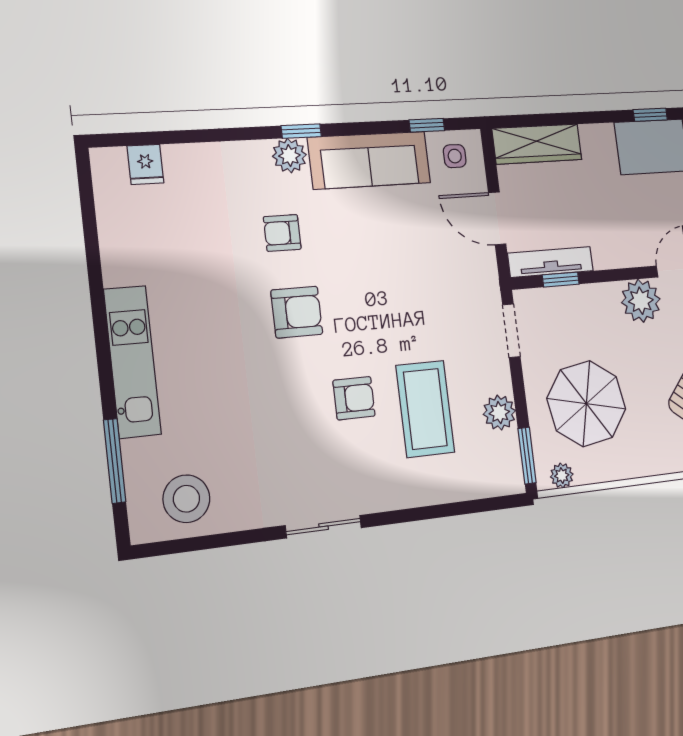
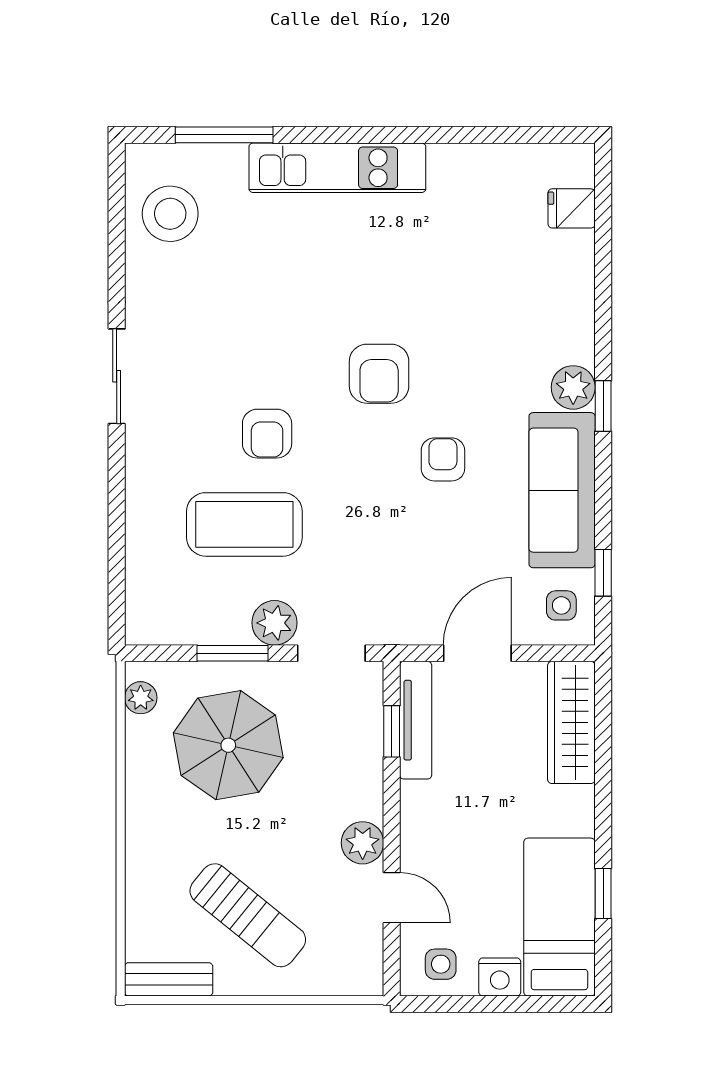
armchair: (282, 233) -> (443, 459), moved
plant: (641, 301) -> (363, 843), width x0.73, depth x0.73
plant: (499, 413) -> (274, 623), moved
window: (527, 456) -> (233, 653), moved

